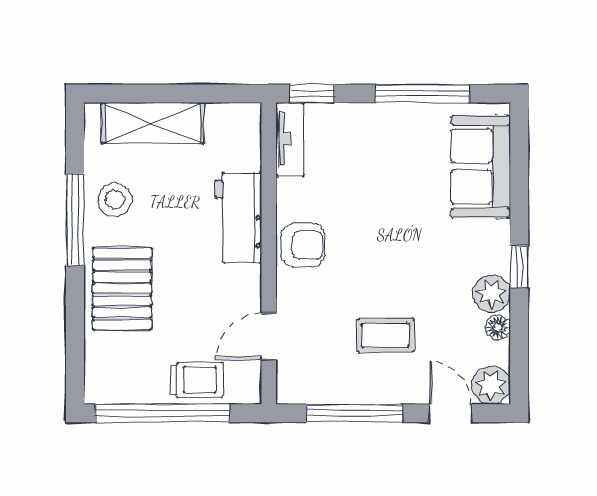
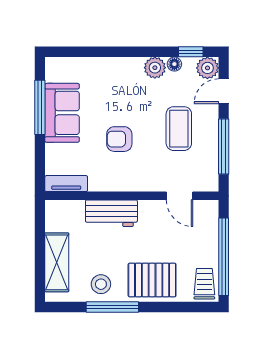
window: (312, 93) -> (40, 171), removed
sofa: (480, 167) -> (62, 113), moved, turned -90
armchair: (303, 245) -> (119, 139), moved, turned -90
window: (519, 267) -> (191, 52), moved
coffee table: (386, 335) -> (179, 129), width x1.36, depth x1.30
trolley: (196, 380) -> (204, 284), moved

